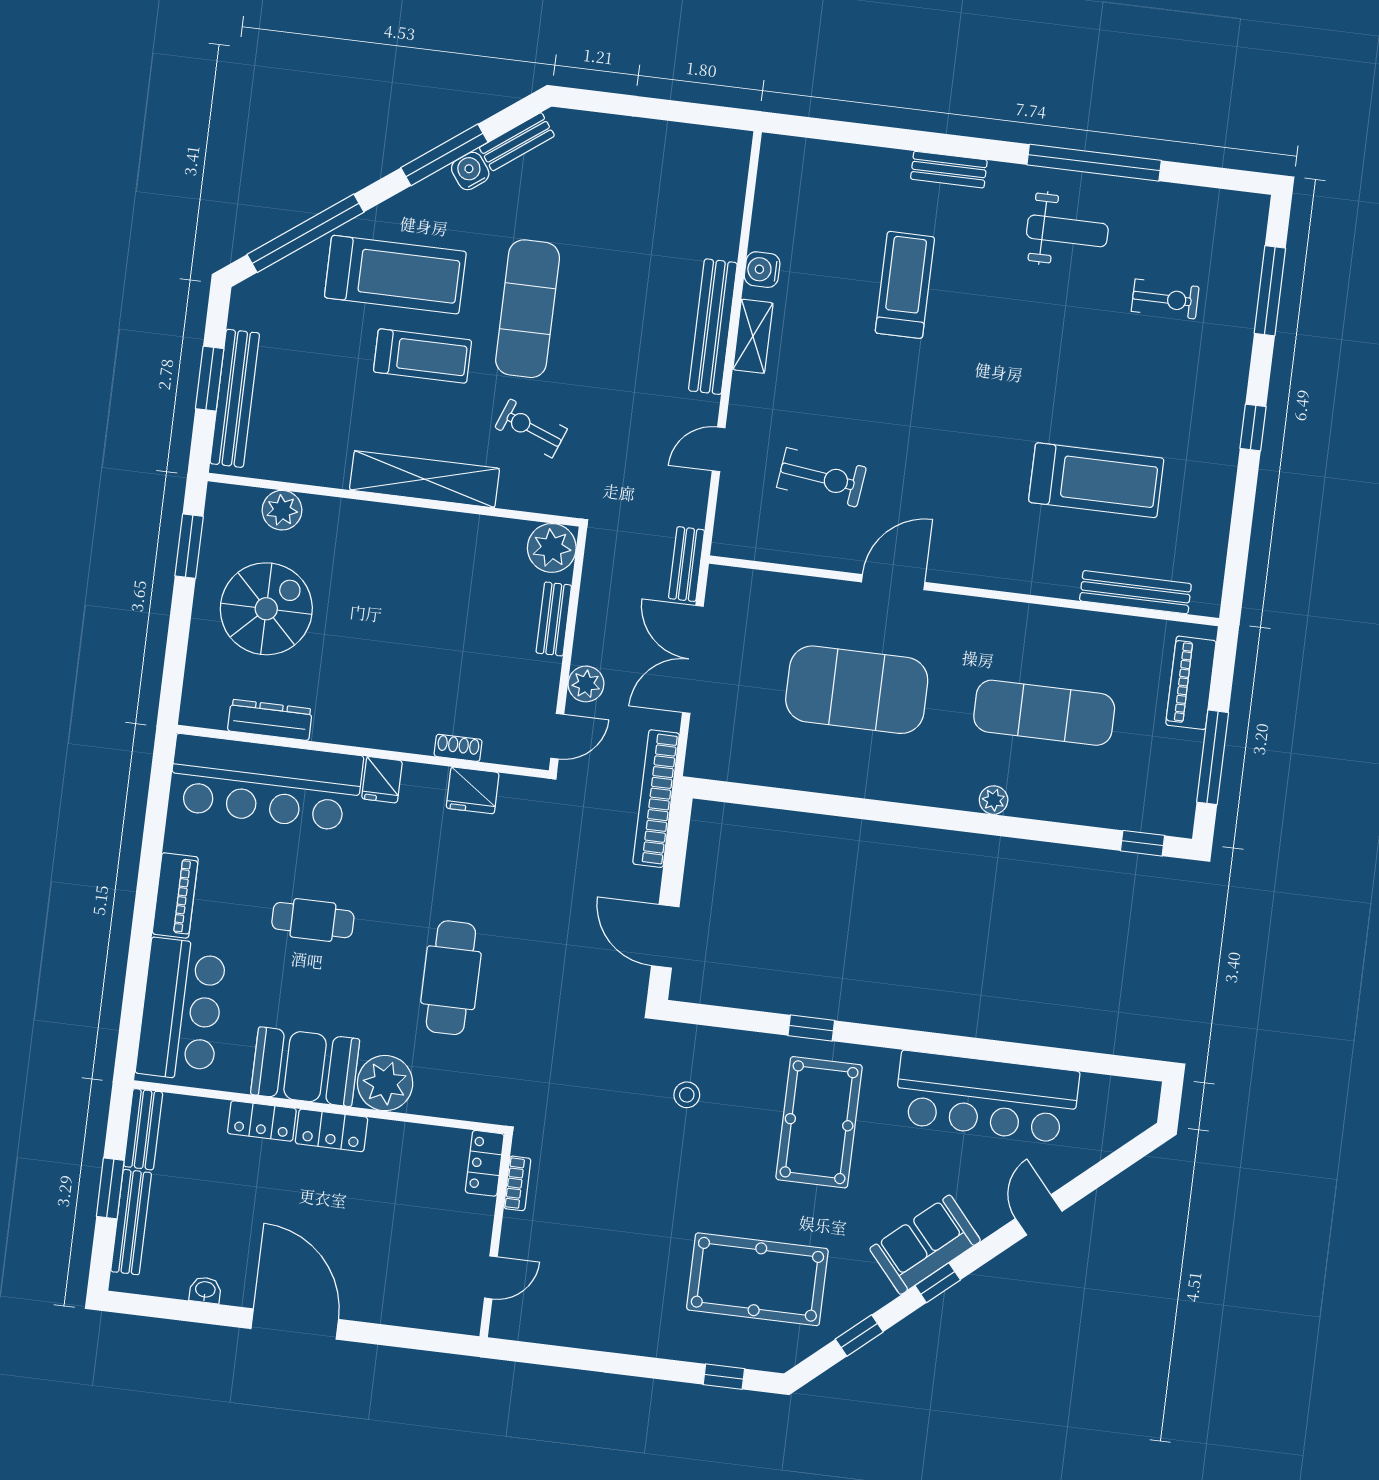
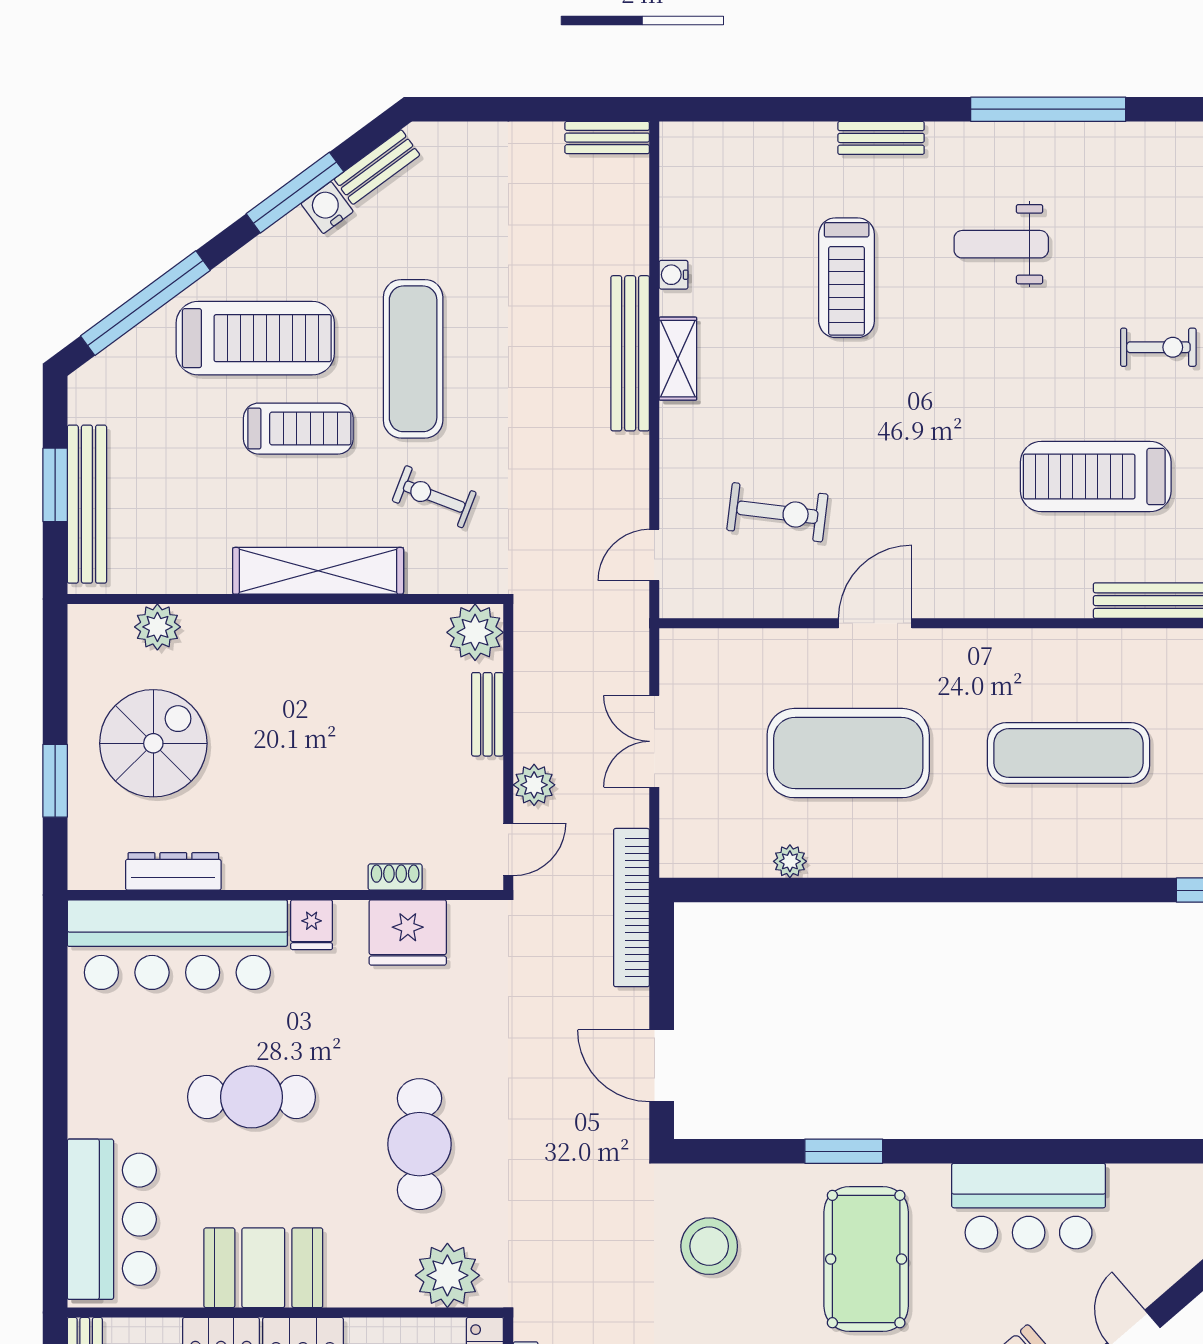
weight bench: (1067, 231) -> (1001, 244), moved, turned 180
water cooler: (762, 270) -> (674, 275), width x0.72, depth x0.72
treadmill: (905, 285) -> (847, 278), turned 180
exercise bike: (1165, 299) -> (1158, 347), moved
door: (719, 449) -> (654, 555), moved
treadmill: (1096, 480) -> (1096, 477), turned 180
window: (189, 546) -> (55, 781), moved
bench: (686, 564) -> (607, 138), moved, turned 90
double door: (693, 659) -> (654, 741), width x0.73
fridge: (473, 790) -> (408, 932), width x1.36, depth x1.34
plant: (994, 800) -> (790, 861), moved
piano: (175, 895) -> (89, 1088), removed
cafe table: (313, 920) -> (252, 1097), width x1.37, depth x1.35
window: (811, 1028) -> (844, 1151), width x1.50
plant: (385, 1083) -> (447, 1275), moved
stool: (687, 1095) -> (709, 1246), width x1.89, depth x1.89
bar counter: (987, 1097) -> (1029, 1206), width x0.73

